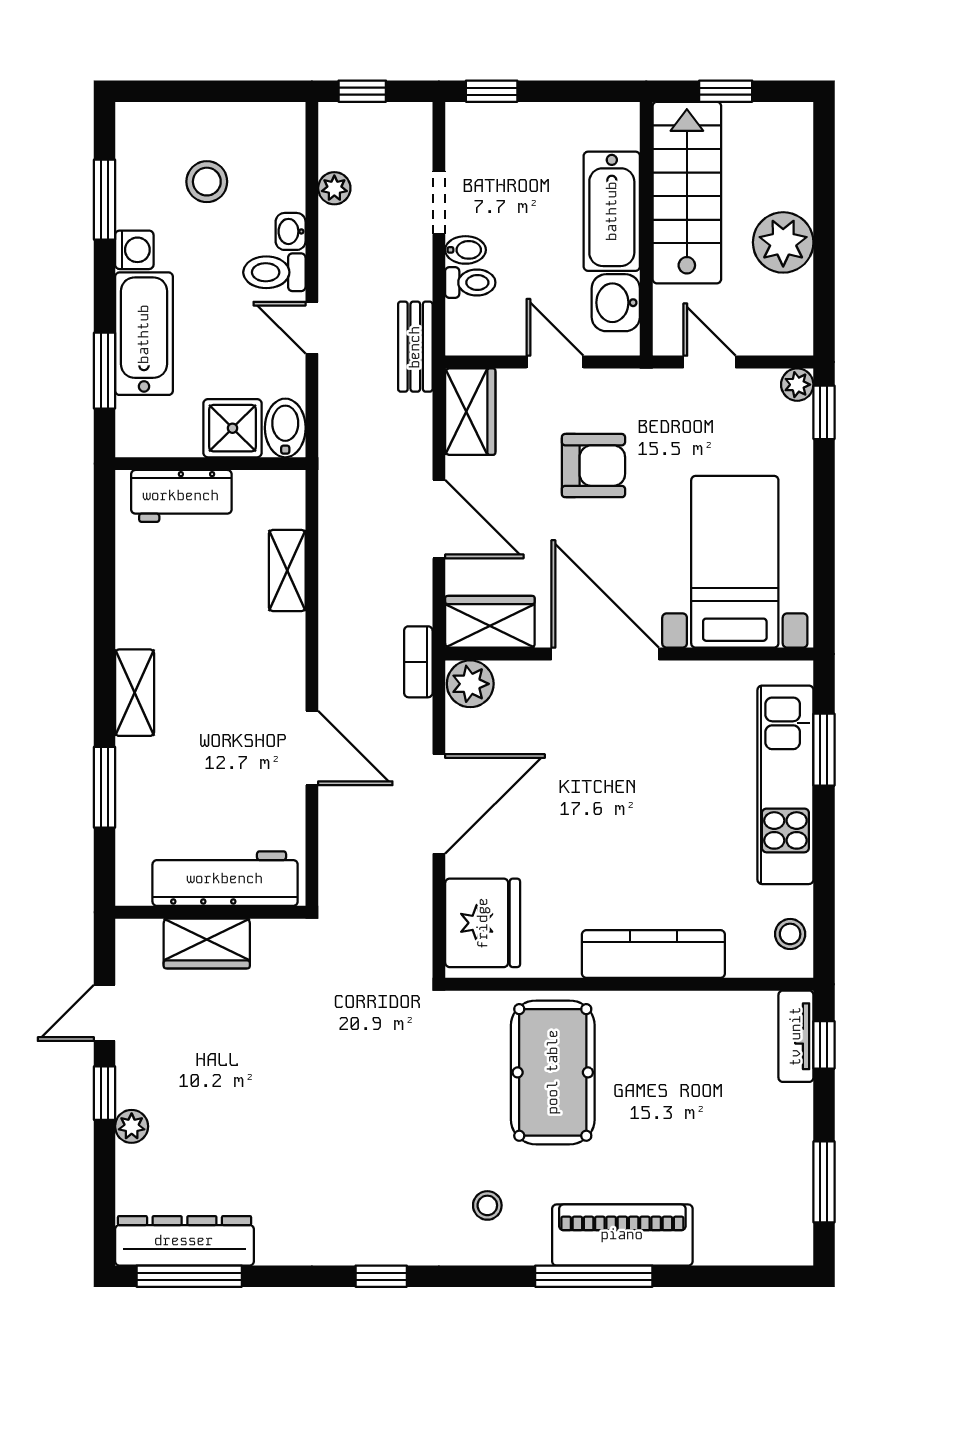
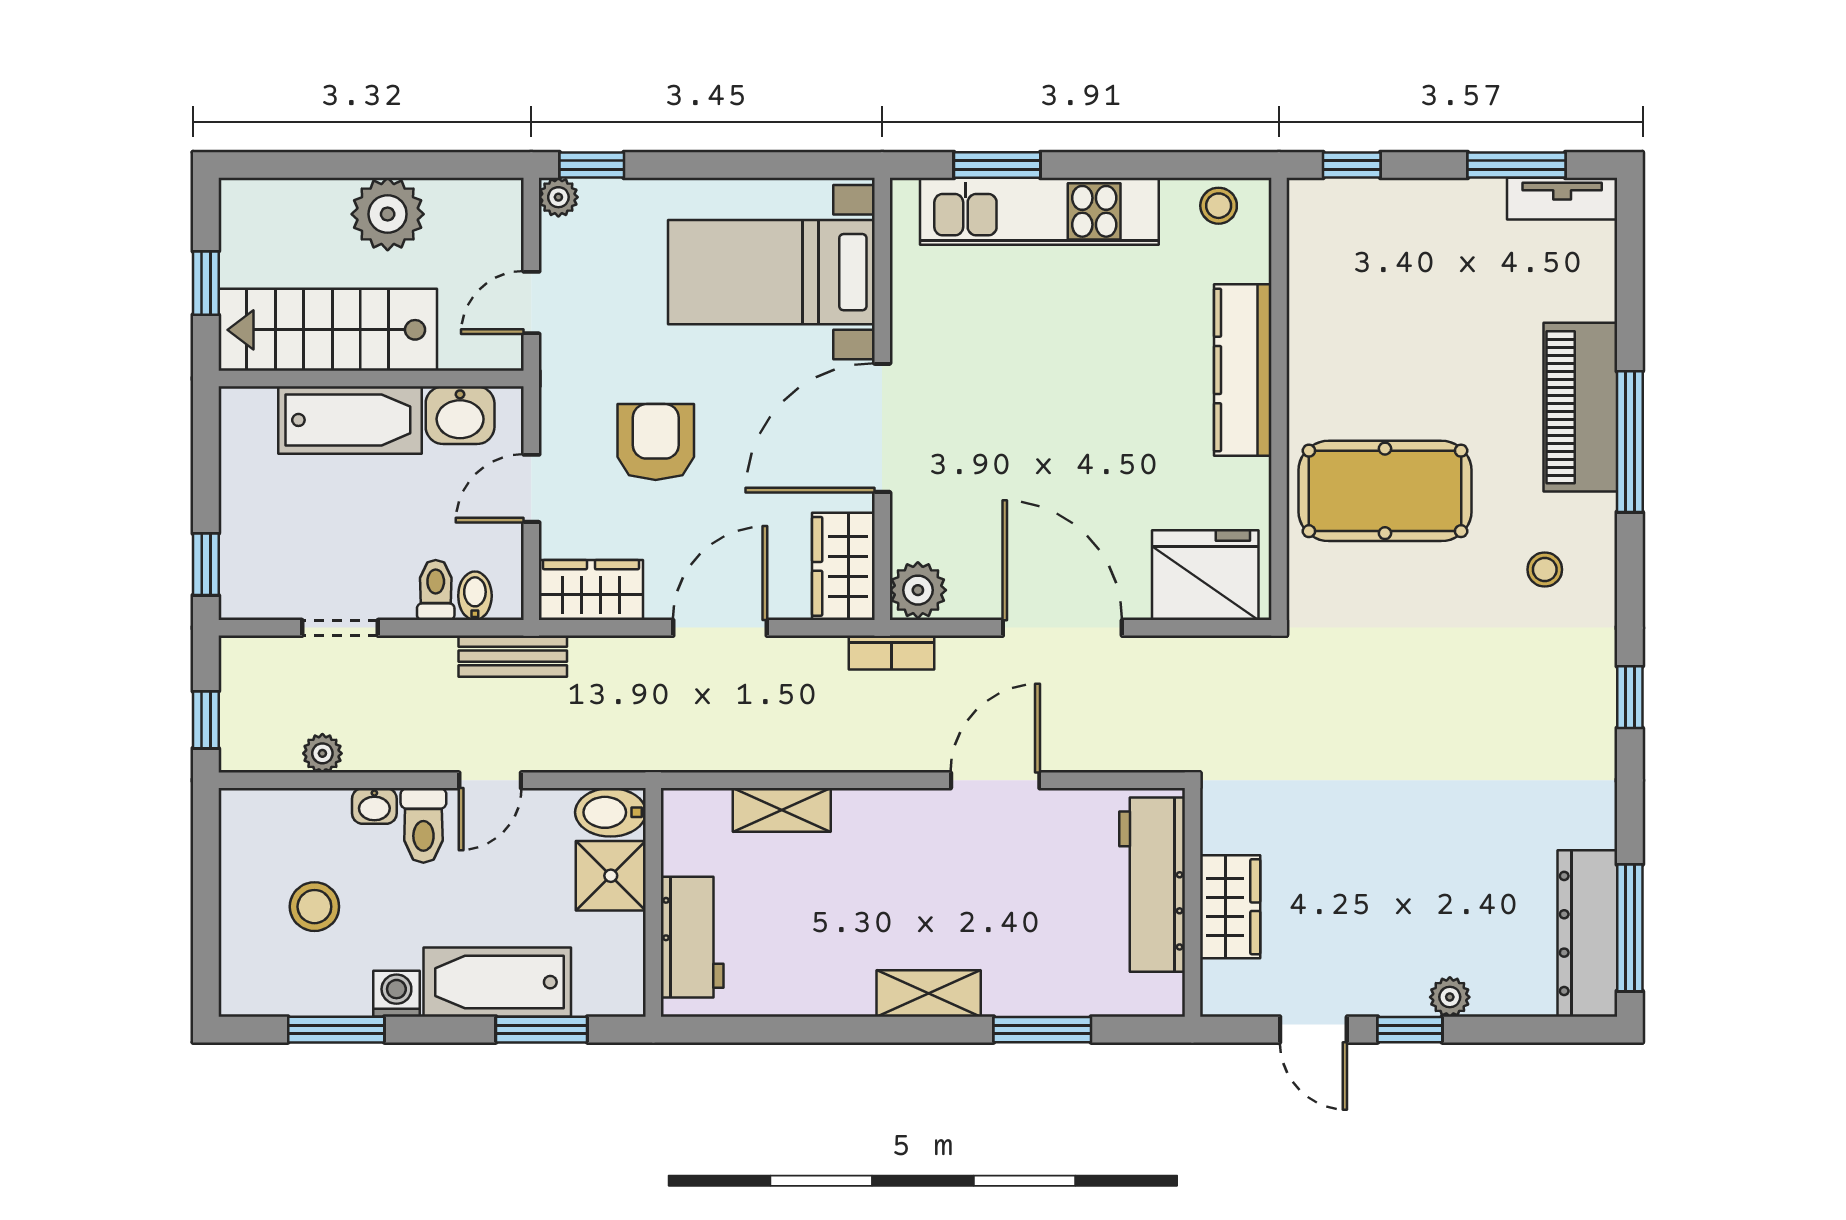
bidet: (465, 250) -> (475, 596), moved
tv unit: (796, 1036) -> (1562, 199), moved

